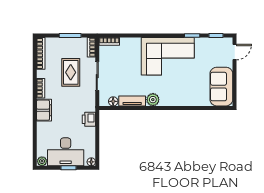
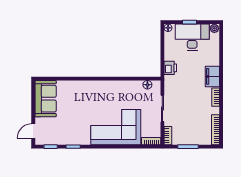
corner sofa: (168, 56) -> (116, 127), moved
rug: (71, 72) -> (187, 112), removed
plant: (153, 100) -> (110, 86), removed
tv unit: (132, 101) -> (130, 85), removed

